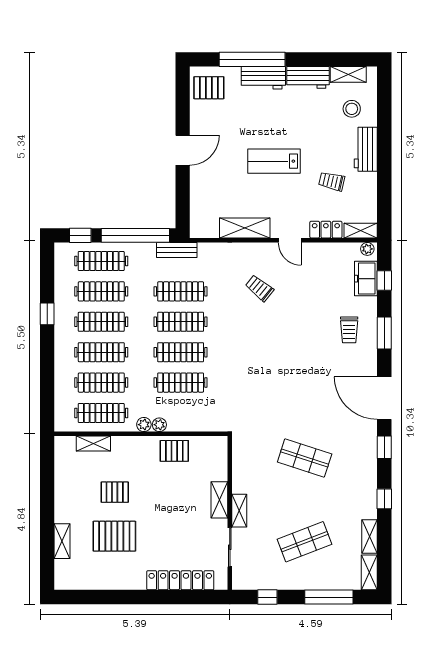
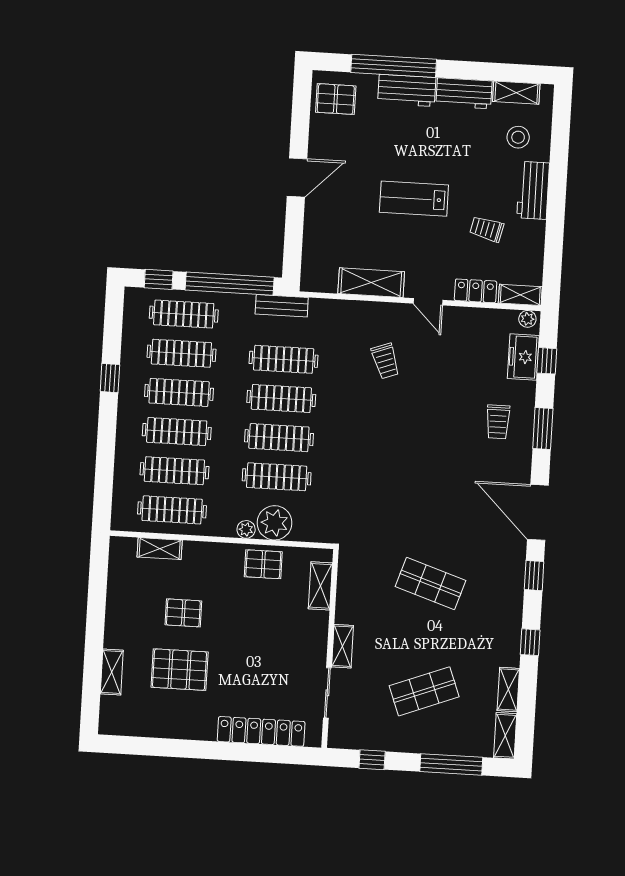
trolley: (259, 288) -> (385, 361), turned -149
plant: (144, 425) -> (275, 523), moved, width x1.88, depth x1.88
shelving: (219, 500) -> (320, 586), moved

